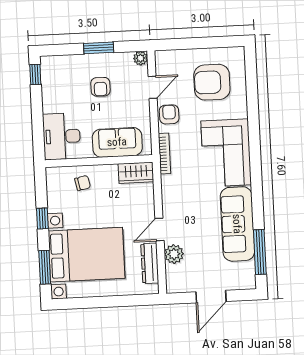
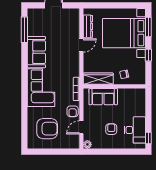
window: (99, 48) -> (111, 152), removed
desk: (62, 136) -> (135, 130), moved
wardrobe: (136, 173) -> (98, 79), width x1.50
sofa: (237, 224) -> (36, 52), width x0.73
plant: (174, 254) -> (74, 31), removed

